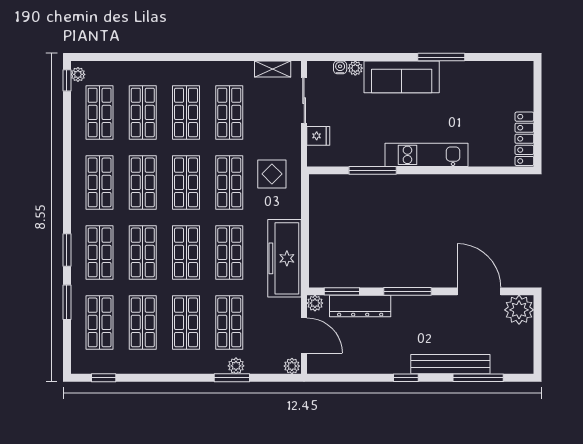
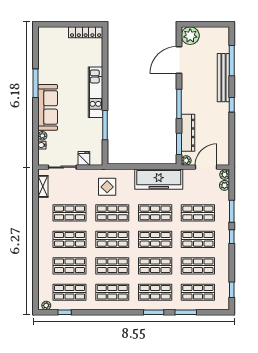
window: (67, 80) -> (65, 312), moved
plant: (236, 366) -> (224, 185), moved
window: (190, 378) -> (232, 237), added

